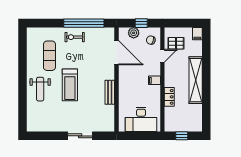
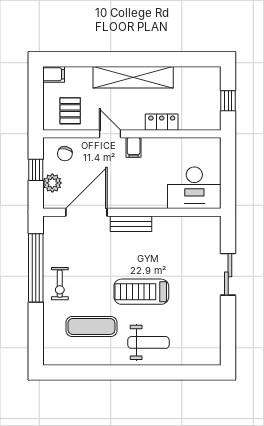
door: (162, 56) -> (110, 134), moved
treadmill: (70, 85) -> (141, 292), turned 180
bench: (110, 92) -> (131, 224), moved
desk: (141, 119) -> (194, 188), moved, turned 90

